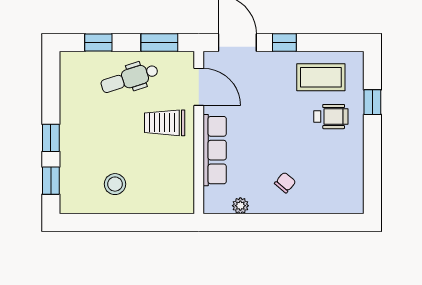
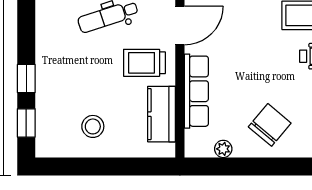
door: (199, 87) -> (180, 25), hinge flipped
kitchen counter: (181, 172) -> (162, 114), added
chair: (285, 183) -> (270, 125), width x1.87, depth x1.87

